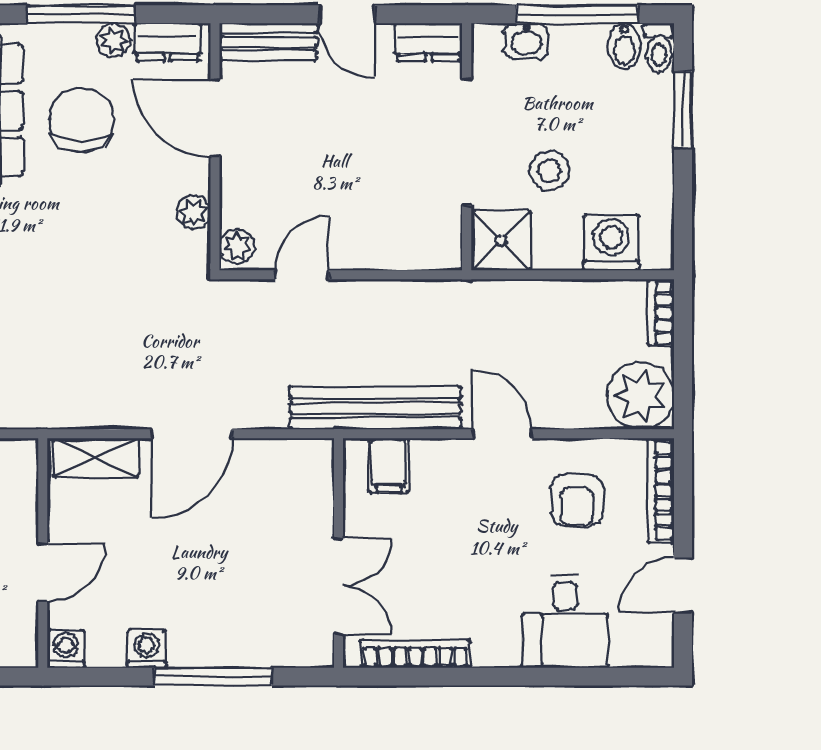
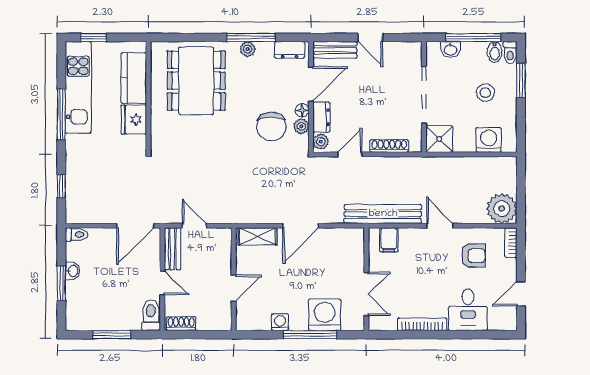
plant: (113, 40) -> (248, 49), moved
dresser: (429, 42) -> (321, 117), moved, turned -90
door: (215, 118) -> (311, 84), swing flipped
chair: (81, 120) -> (271, 126), moved, turned 180
stool: (549, 170) -> (485, 93), moved
floor lamp: (195, 177) -> (302, 110), added
shoe rack: (390, 256) -> (389, 146), added
bookcase: (661, 313) -> (511, 171), removed
bookcase: (661, 491) -> (511, 243), width x0.64
armchair: (577, 500) -> (473, 255), turned -90
washing machine: (66, 649) -> (325, 315), moved, width x1.89, depth x1.89
bookcase: (415, 654) -> (422, 324), moved

